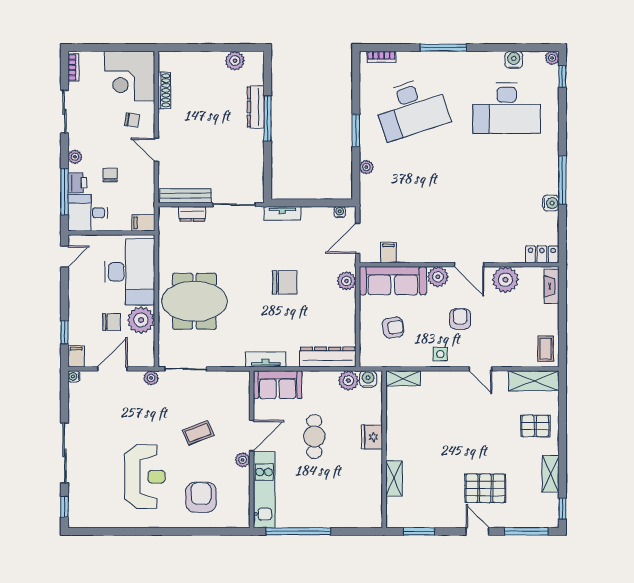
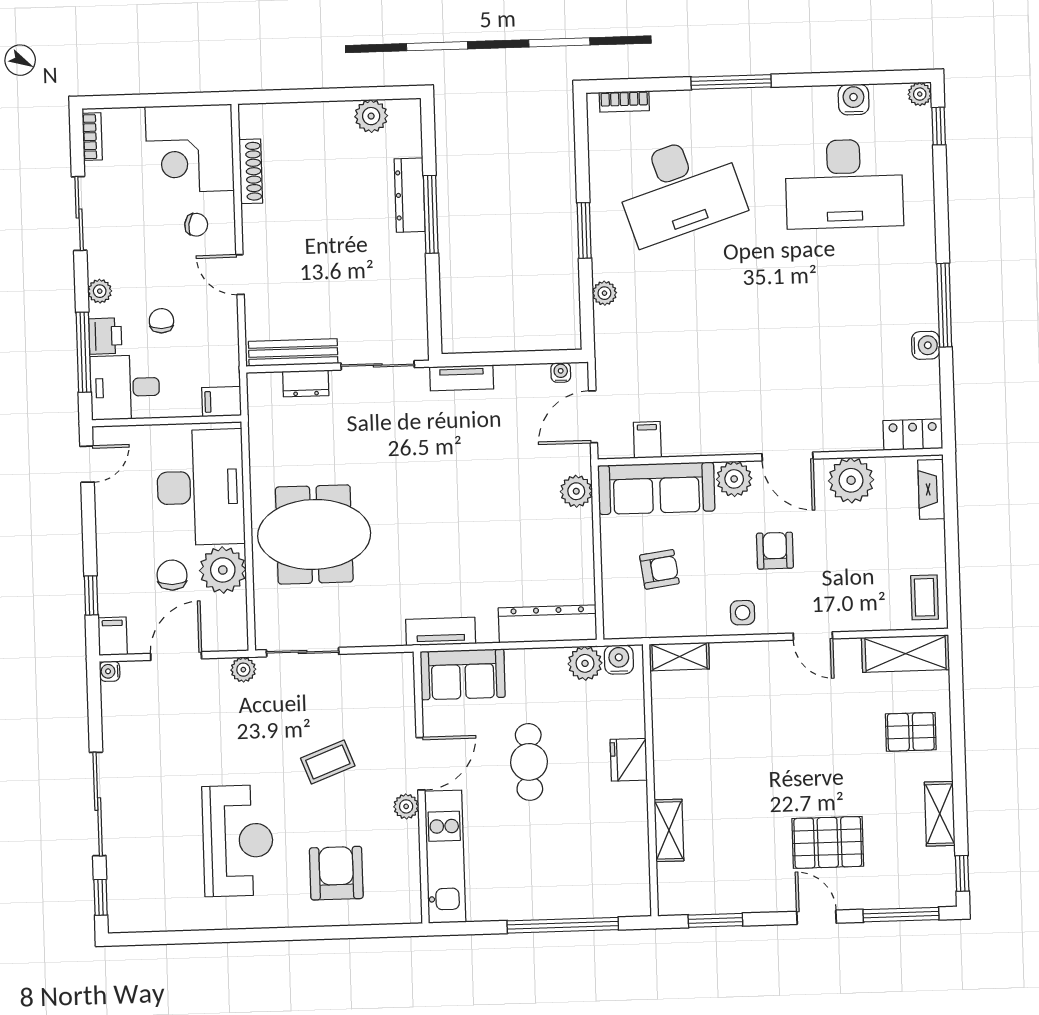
chair: (285, 282) -> (469, 497), removed
chair: (112, 322) -> (172, 575), turned -90
window: (298, 531) -> (563, 925), moved

